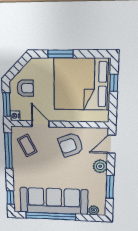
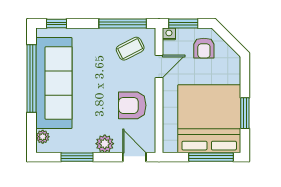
window: (60, 54) -> (245, 113), moved
window: (114, 83) -> (211, 157), width x2.17
armchair: (71, 145) -> (132, 105), turned -70

